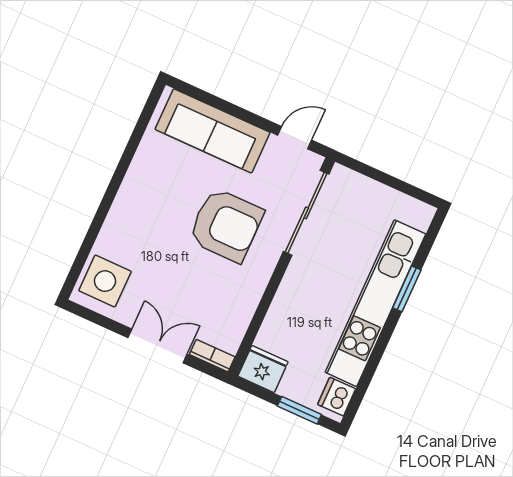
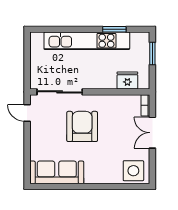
sofa: (213, 131) -> (57, 172), moved, turned -90
window: (407, 289) -> (114, 29), moved
fridge: (263, 369) -> (127, 80), moved, turned 90
dishwasher: (337, 397) -> (138, 39), removed

